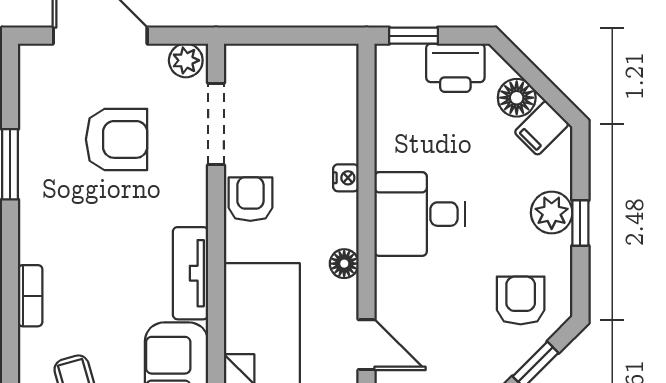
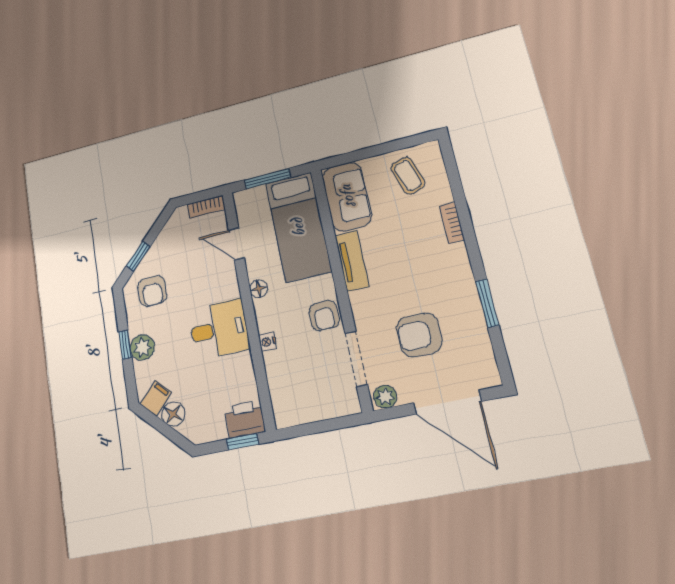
printer: (455, 68) -> (245, 420), moved

